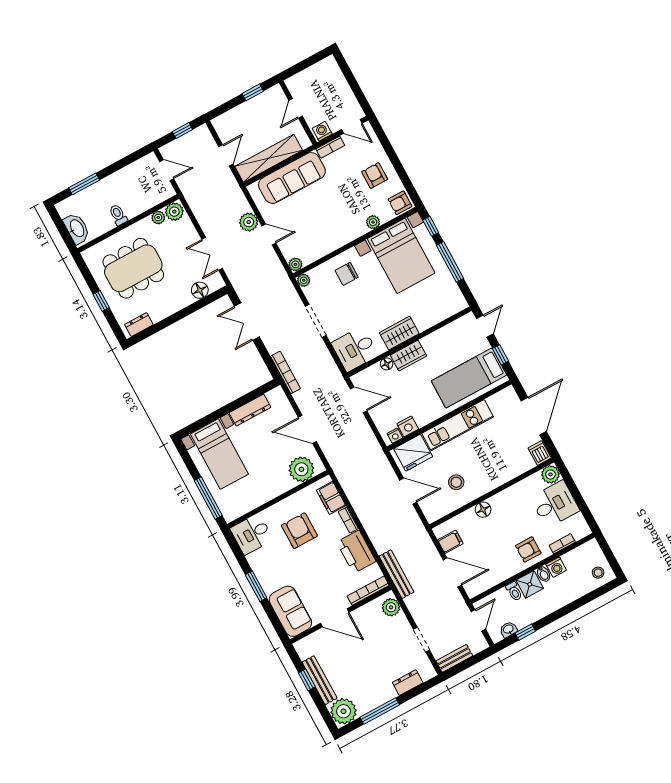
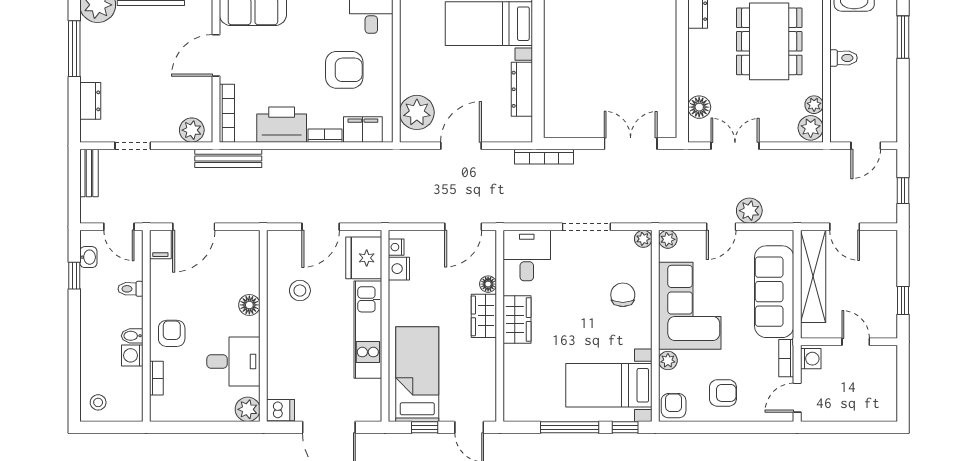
corner sofa: (330, 227) -> (690, 306), added
bed with nightstands: (401, 256) -> (609, 385), width x0.73
desk: (555, 504) -> (233, 362), moved, turned -90
filing cabinet: (450, 542) -> (160, 245), moved
shower: (530, 584) -> (129, 312), removed

